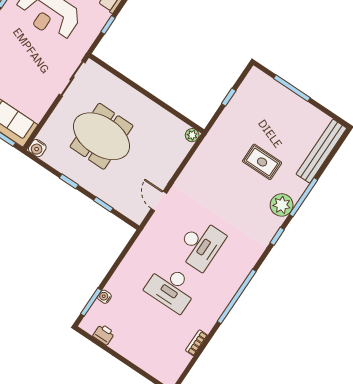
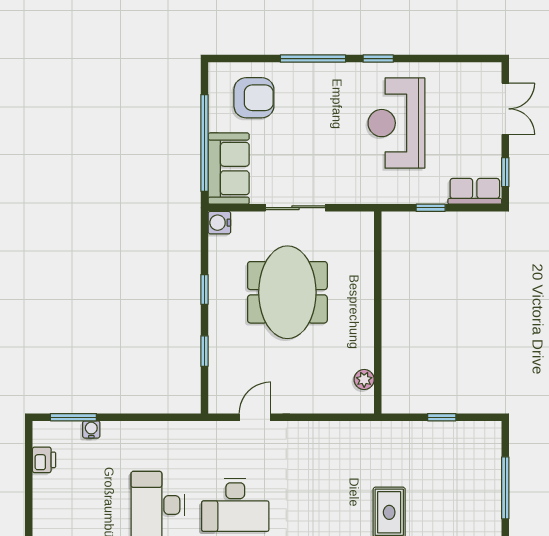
sliding door: (72, 78) -> (295, 208), moved
plant: (192, 135) -> (364, 379), moved

